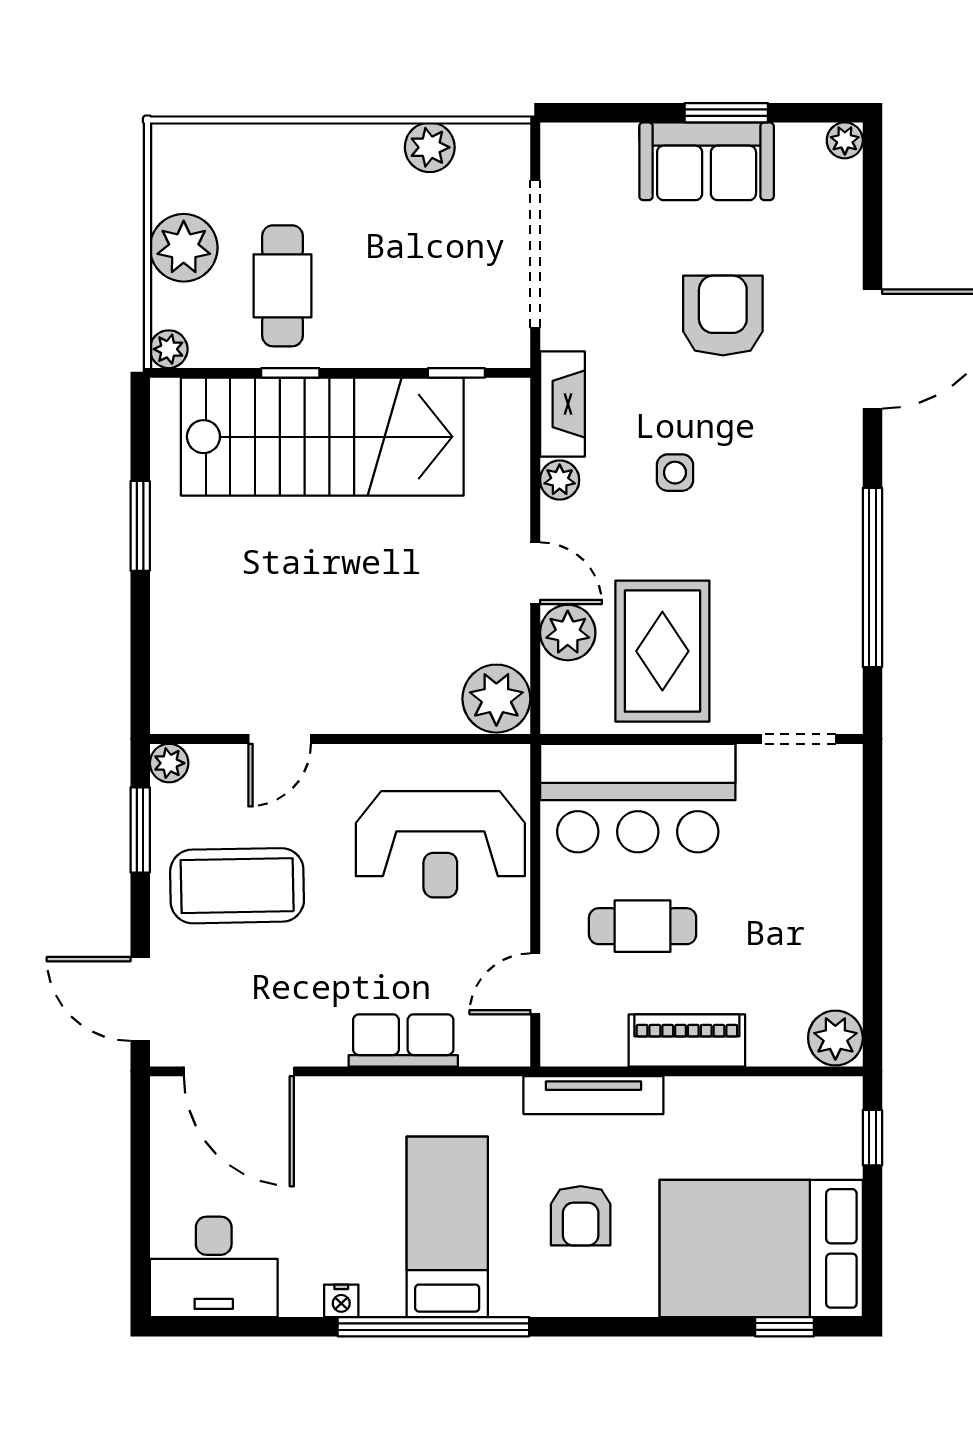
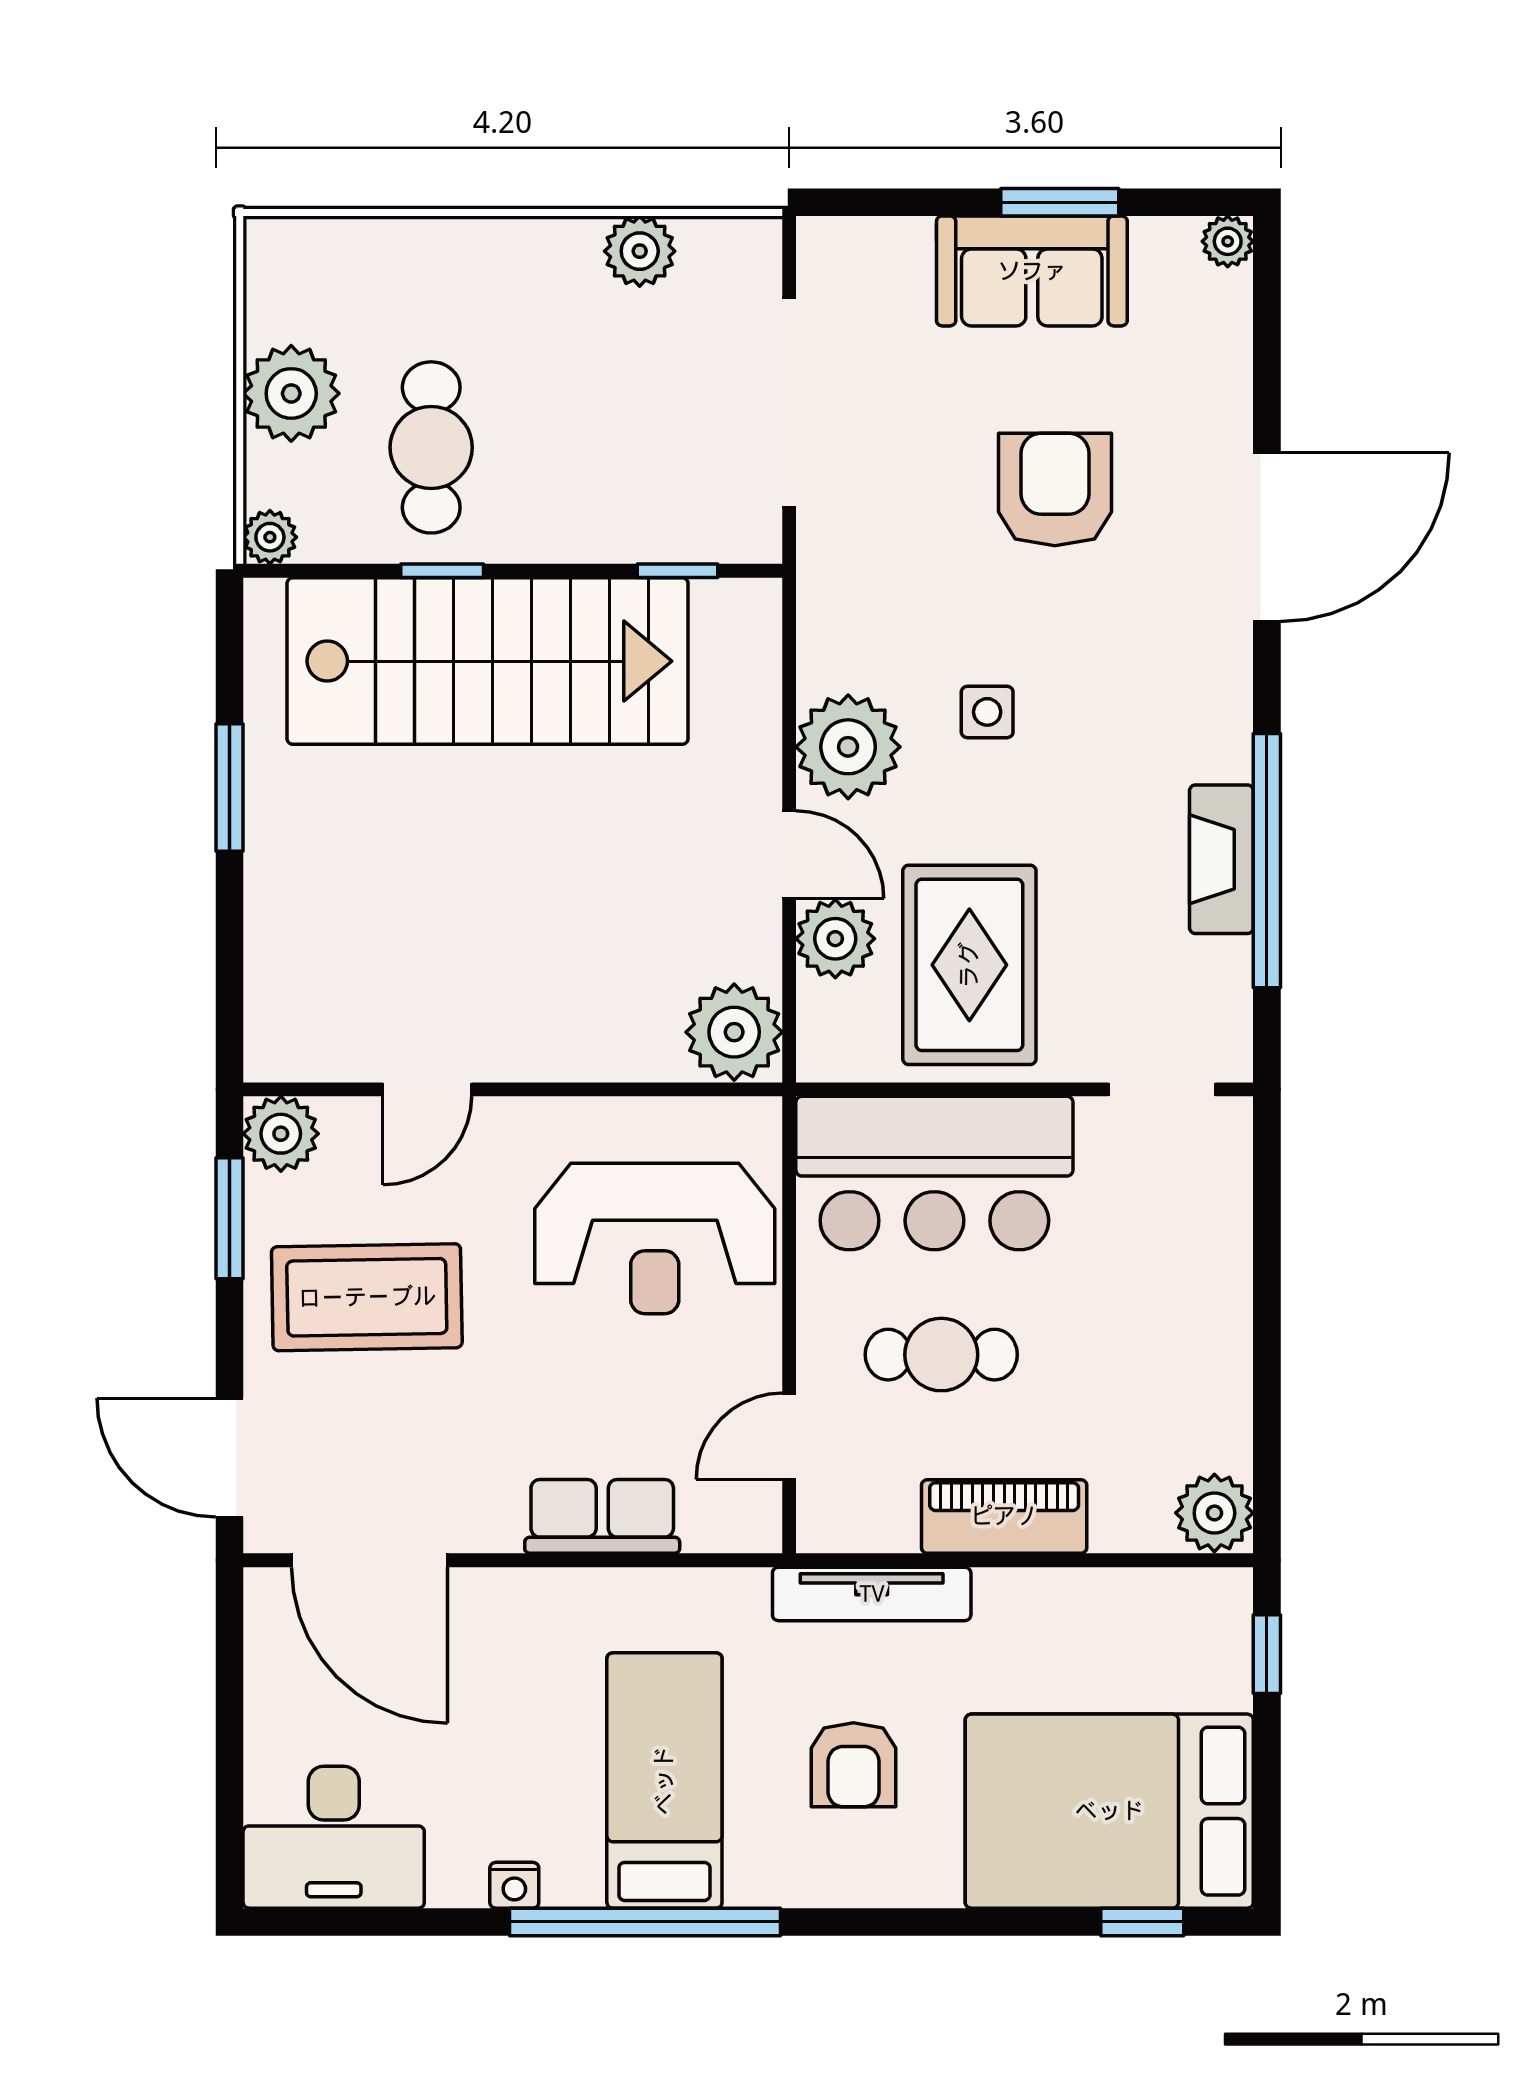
fireplace: (562, 404) -> (1221, 859), moved, turned 180
plant: (560, 480) -> (848, 747), width x1.87, depth x1.87
plant: (169, 763) -> (281, 1134), width x1.38, depth x1.38

